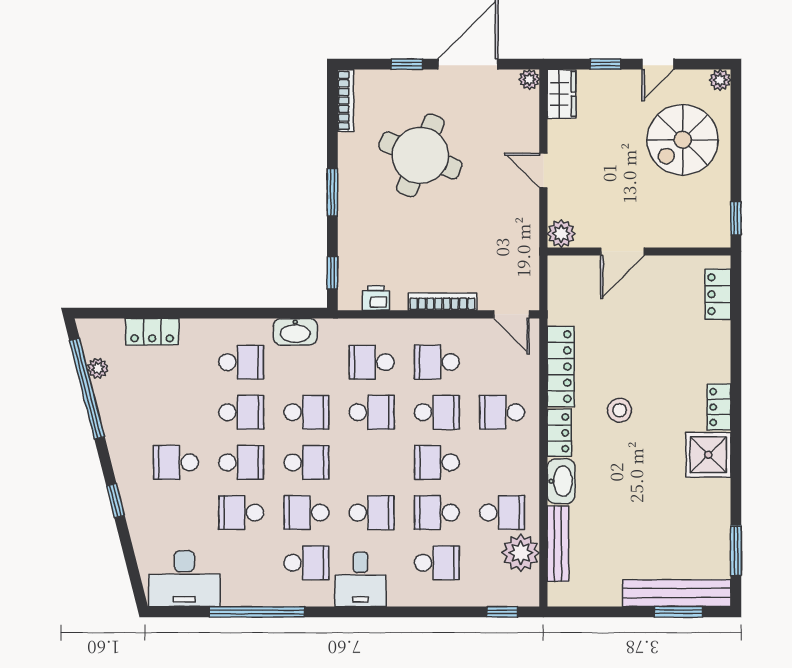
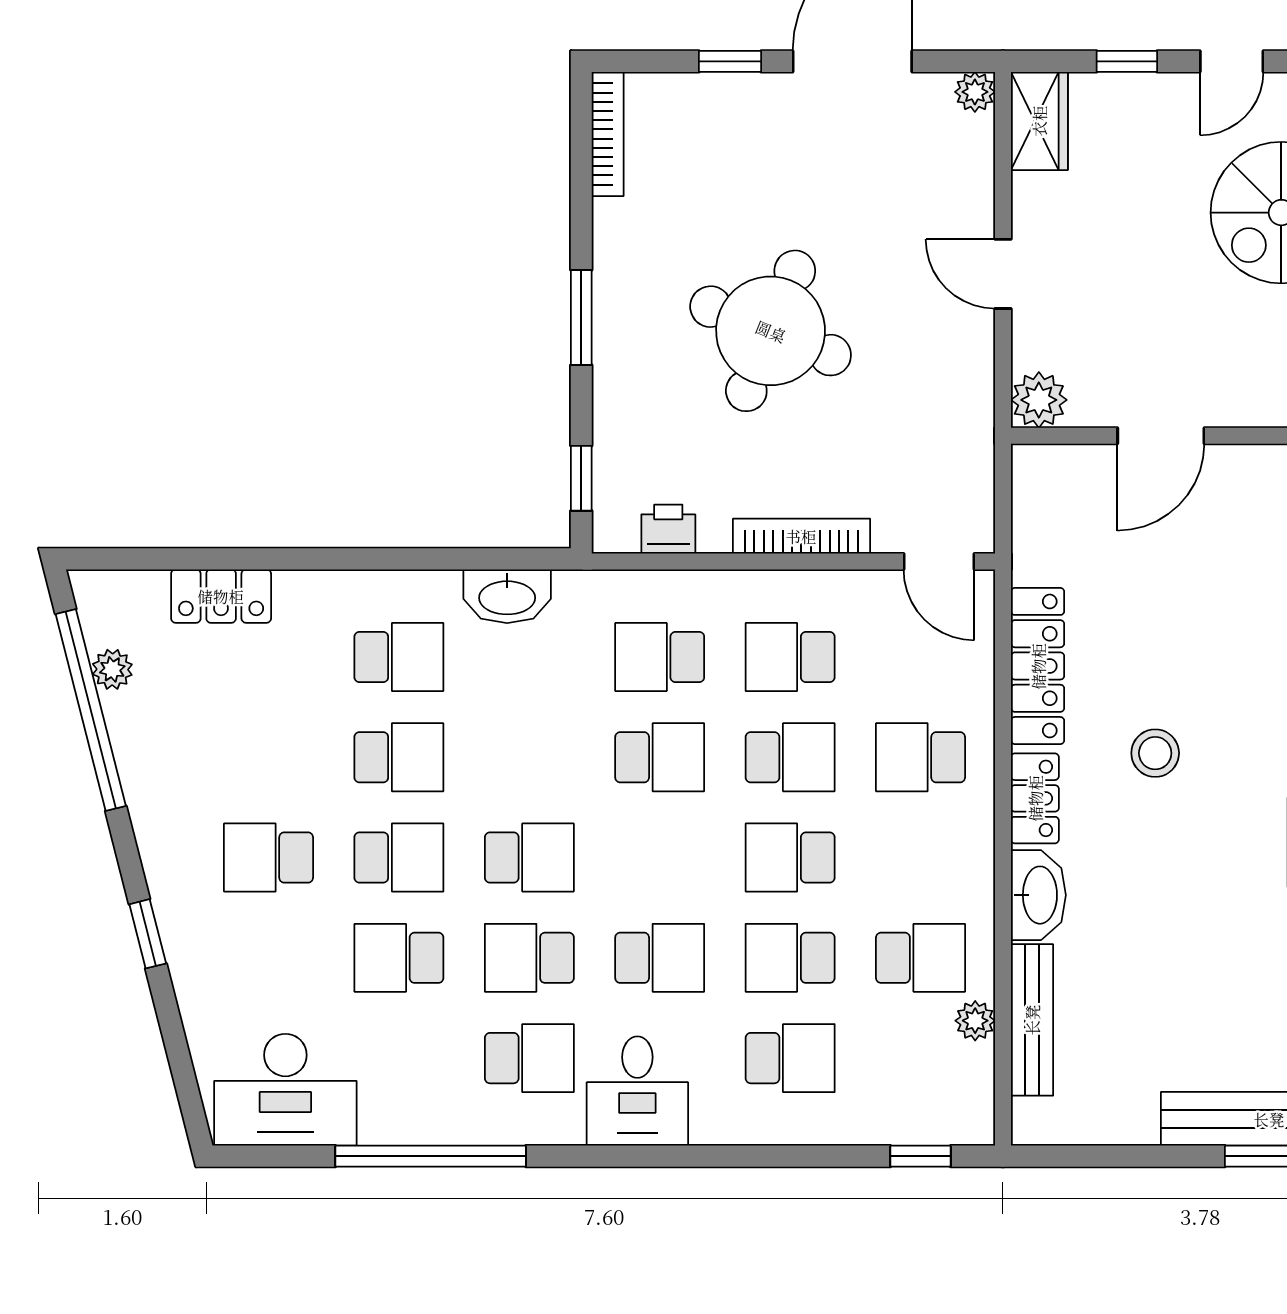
round table: (420, 155) -> (771, 331), moved
school desk: (306, 412) -> (529, 757), removed
plant: (521, 553) -> (975, 1021), width x0.53, depth x0.53

